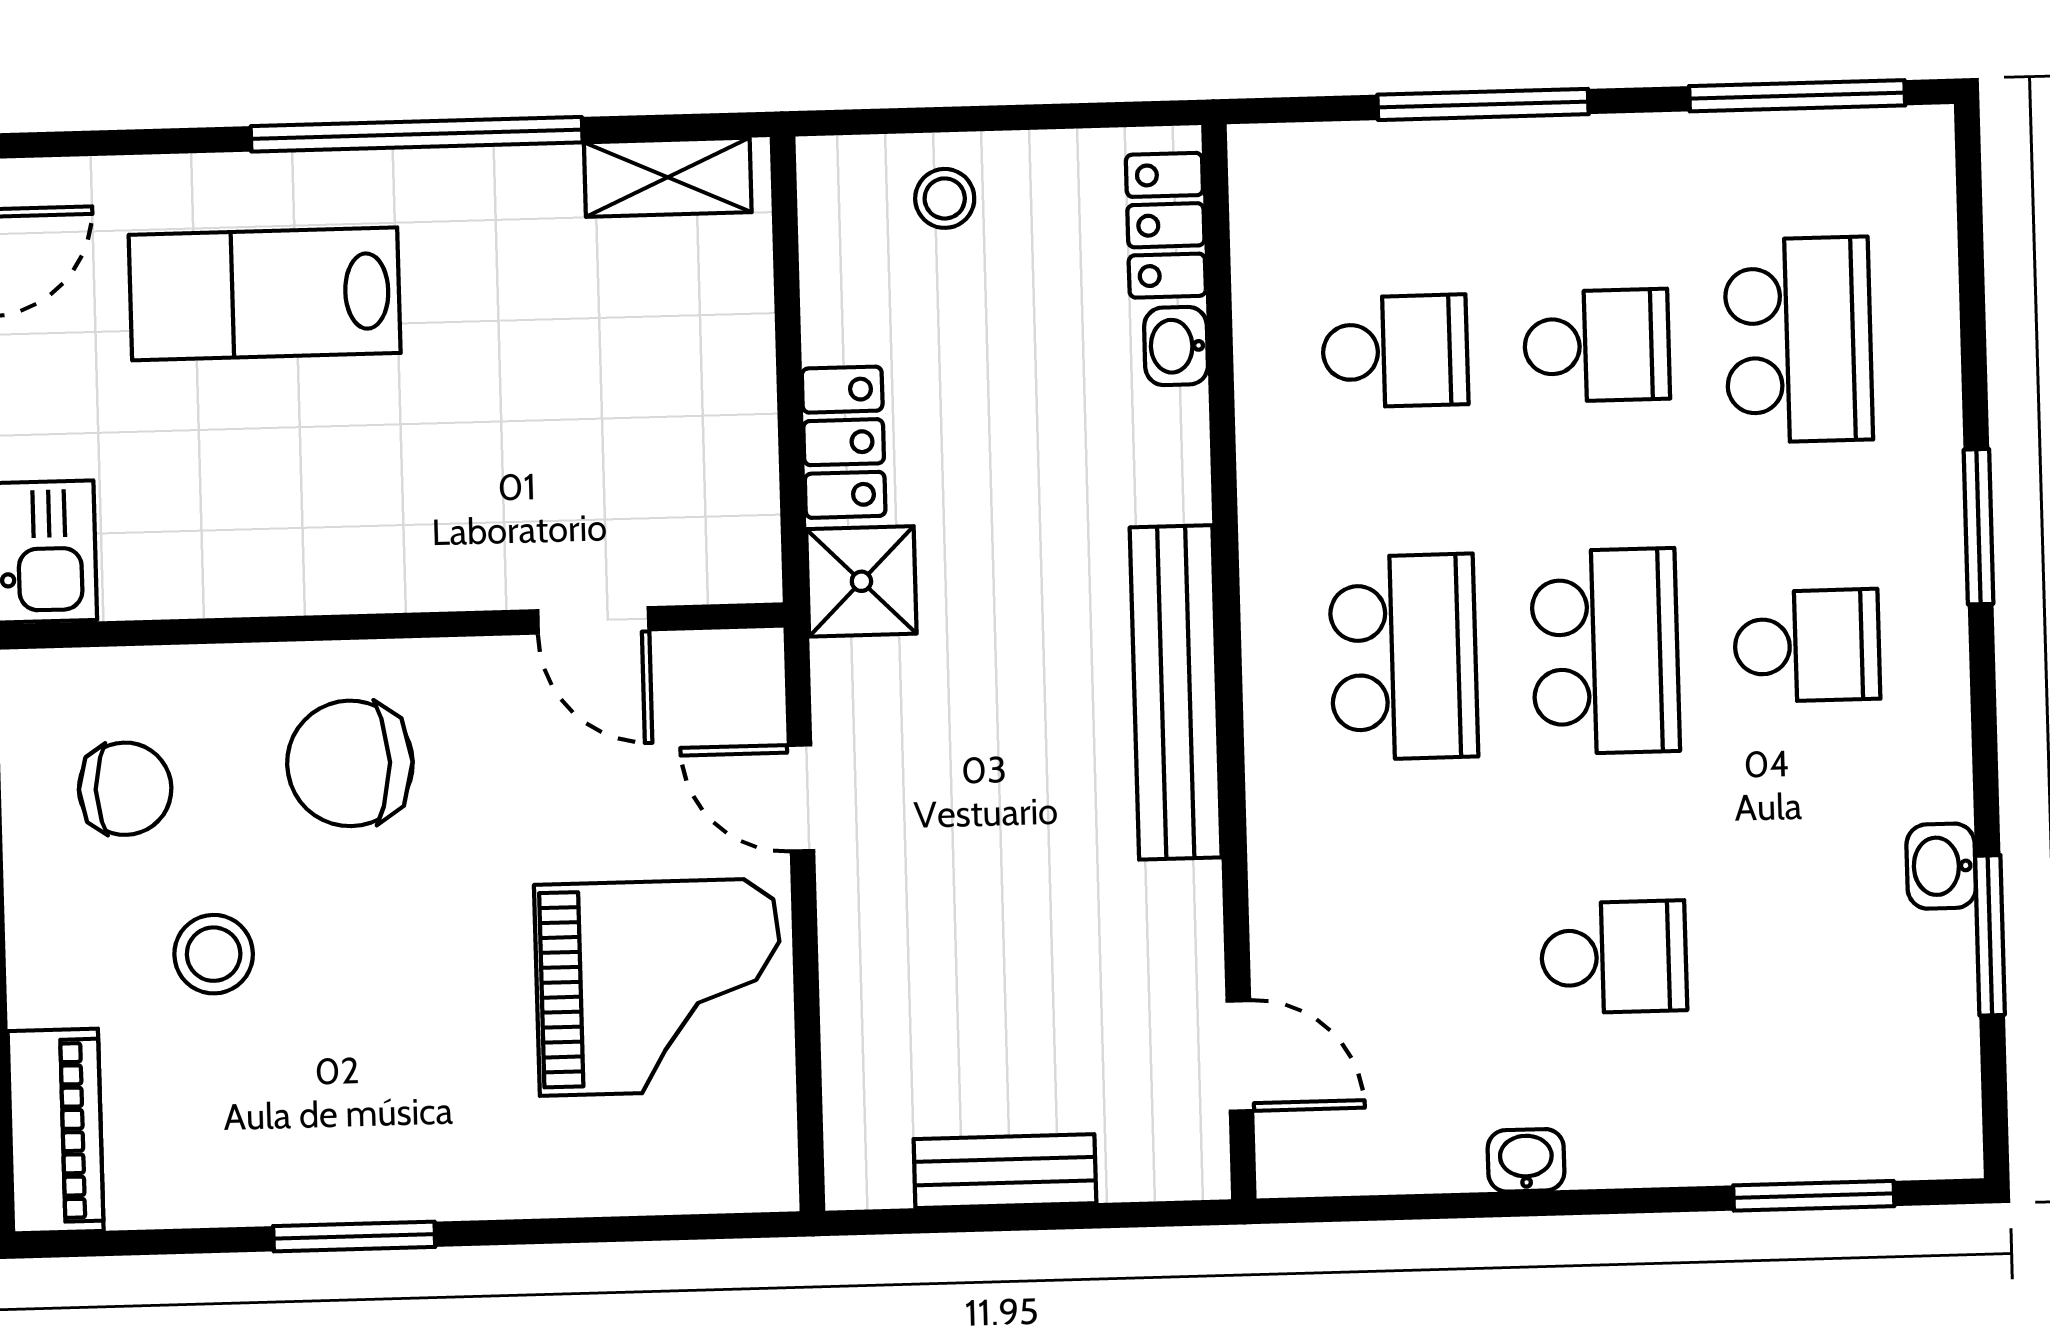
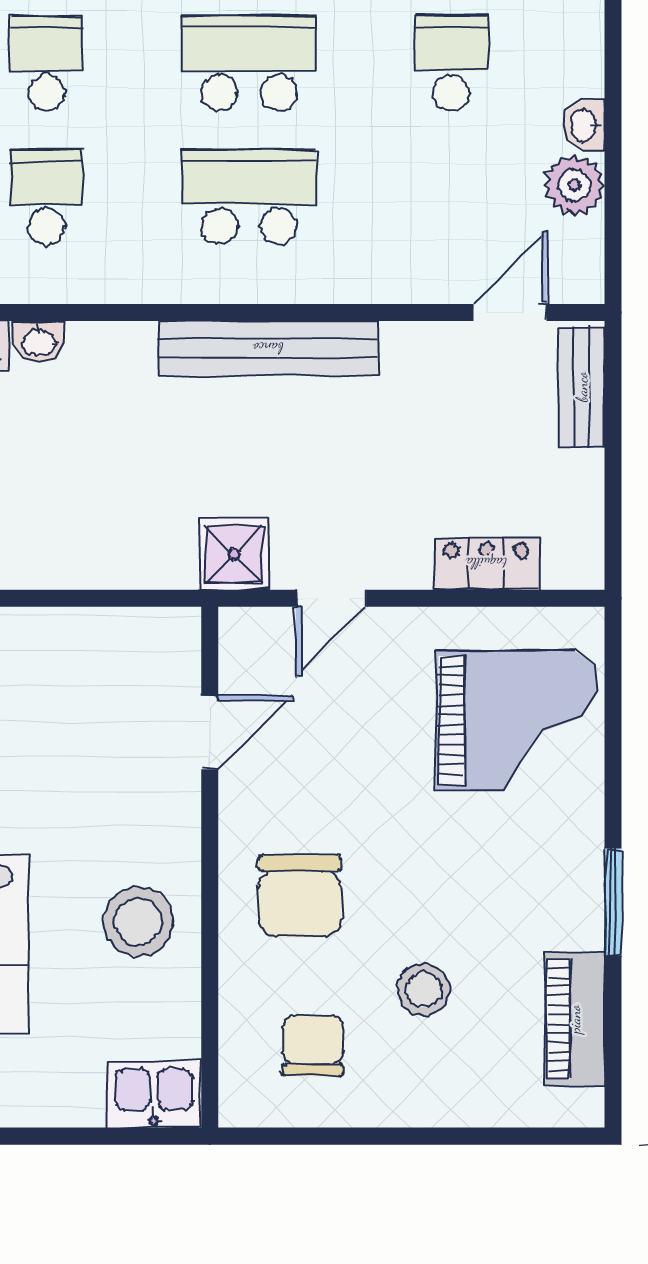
locker: (844, 442) -> (486, 563), moved
stool: (305, 521) -> (139, 922), added
shower: (861, 581) -> (234, 554), moved
grand piano: (659, 987) -> (516, 720), moved, turned 90
piano: (56, 1131) -> (575, 1019), moved, turned -90
plant: (1435, 1148) -> (574, 185), added
bench: (1005, 1171) -> (582, 387), moved

